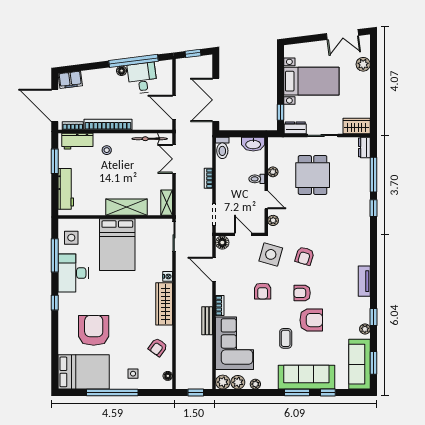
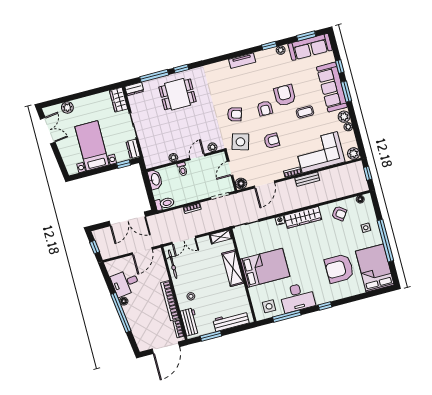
window: (134, 61) -> (121, 313), moved
filing cabinet: (70, 80) -> (142, 341), removed
dining table: (313, 175) -> (178, 94), moved
plant: (238, 382) -> (344, 117), moved

